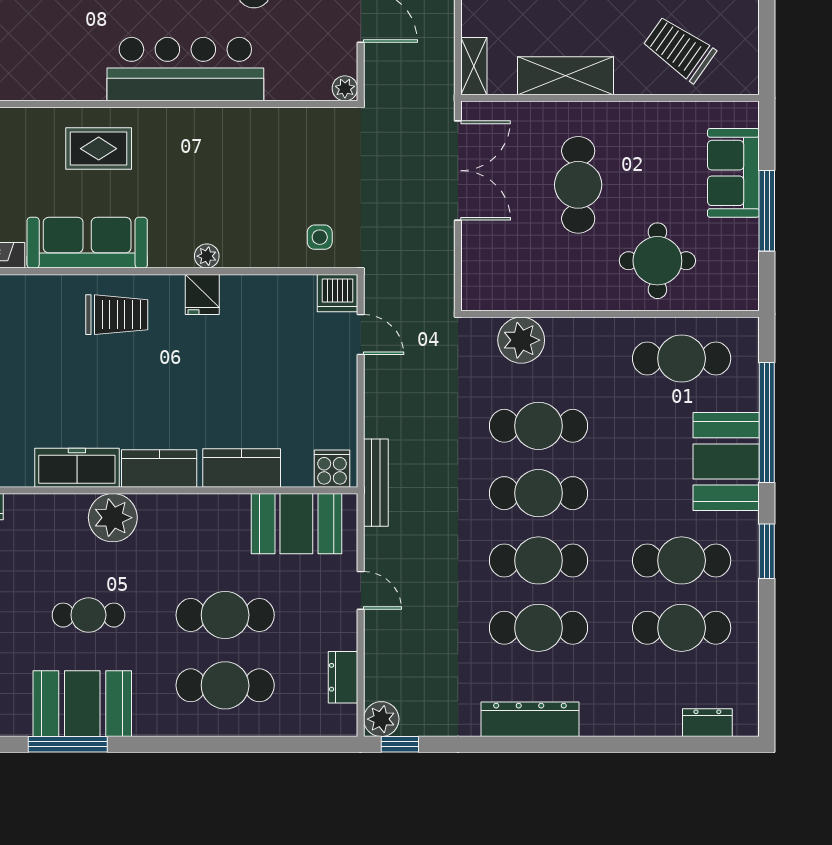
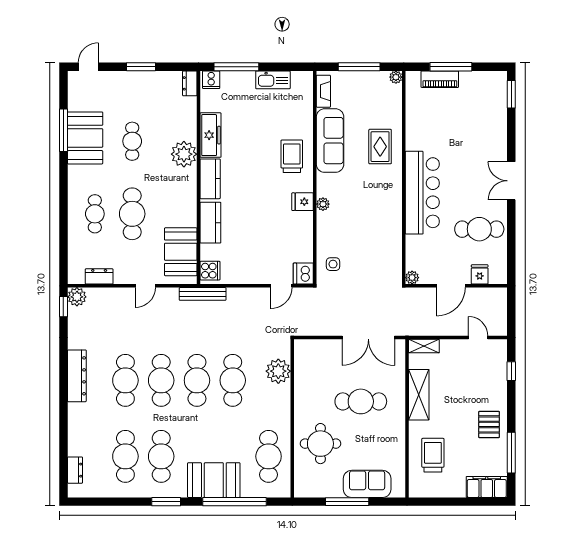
trolley: (679, 49) -> (433, 455), turned -35
trolley: (117, 315) -> (292, 156), turned 180
cafe table: (225, 685) -> (95, 214), width x0.73, depth x0.74

